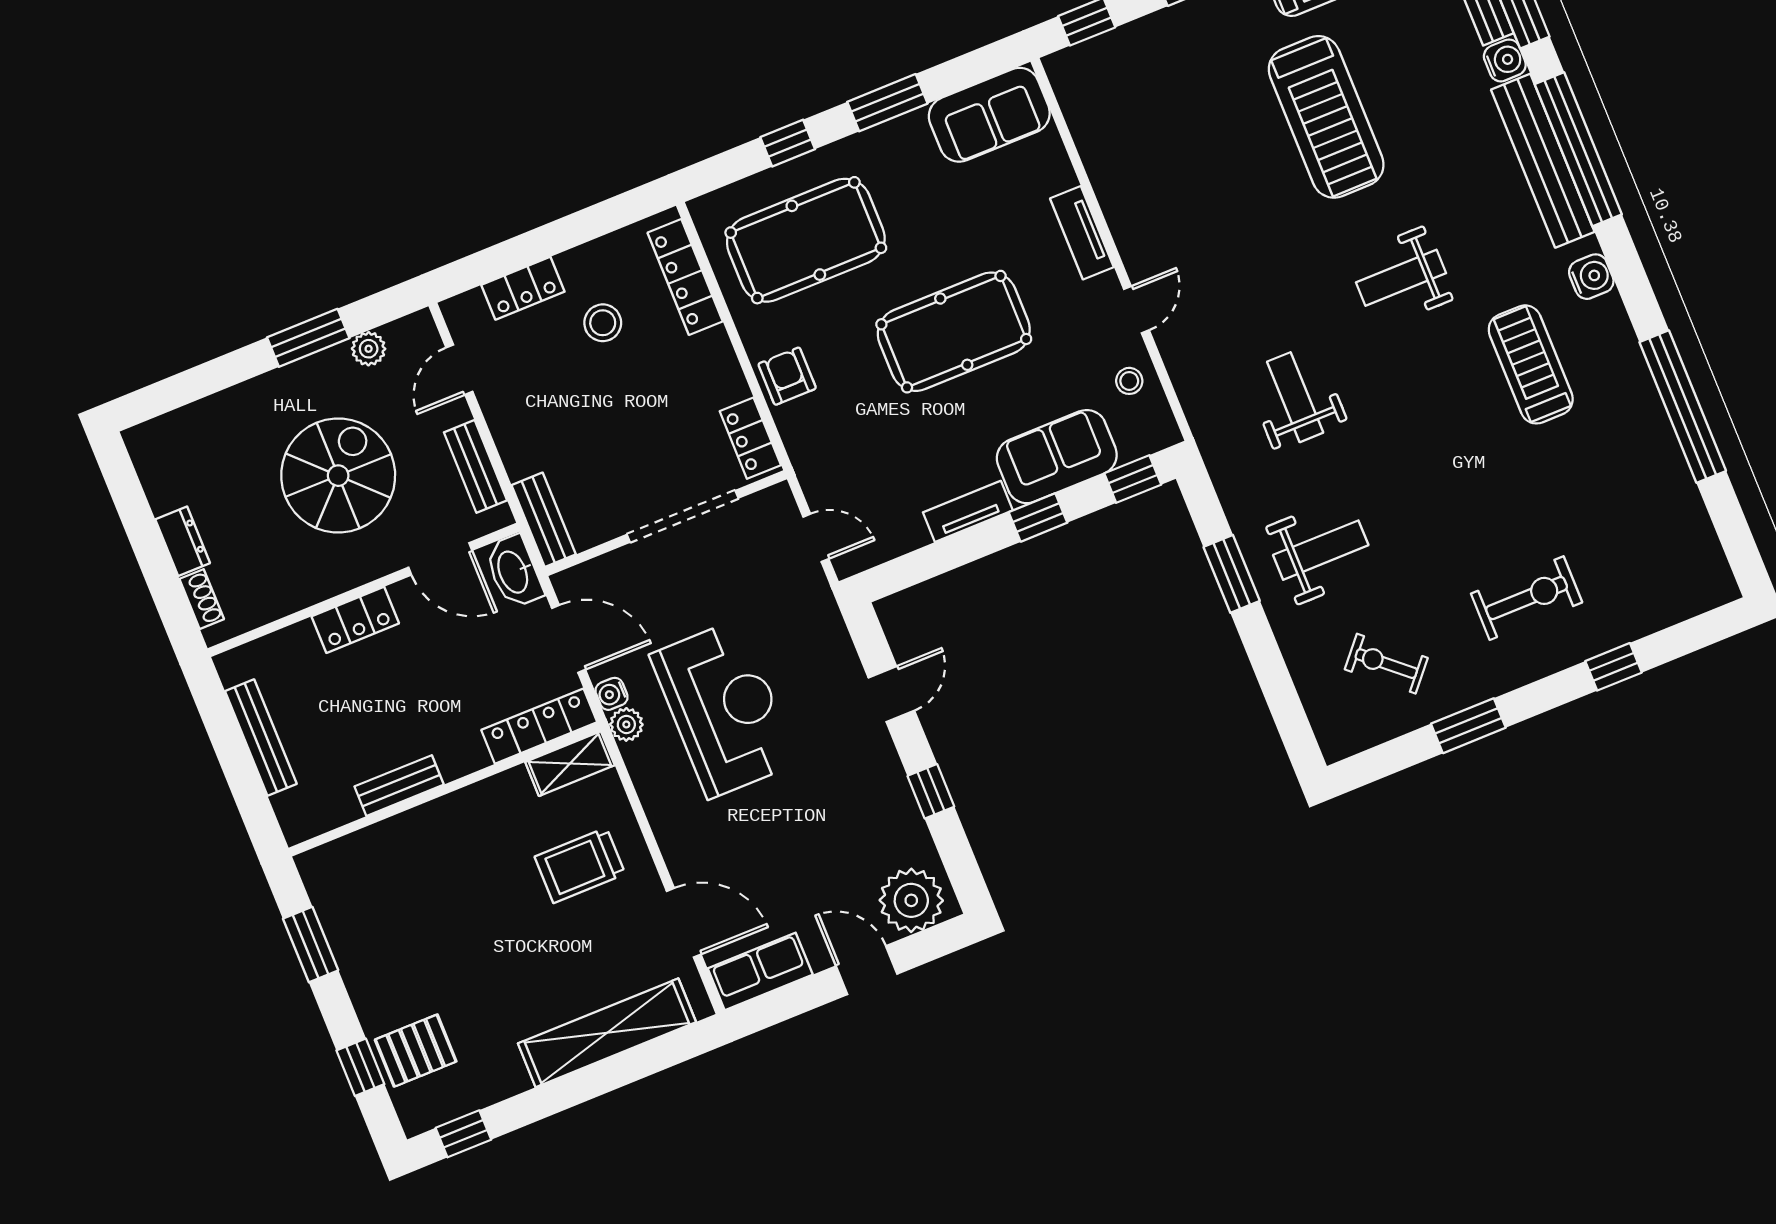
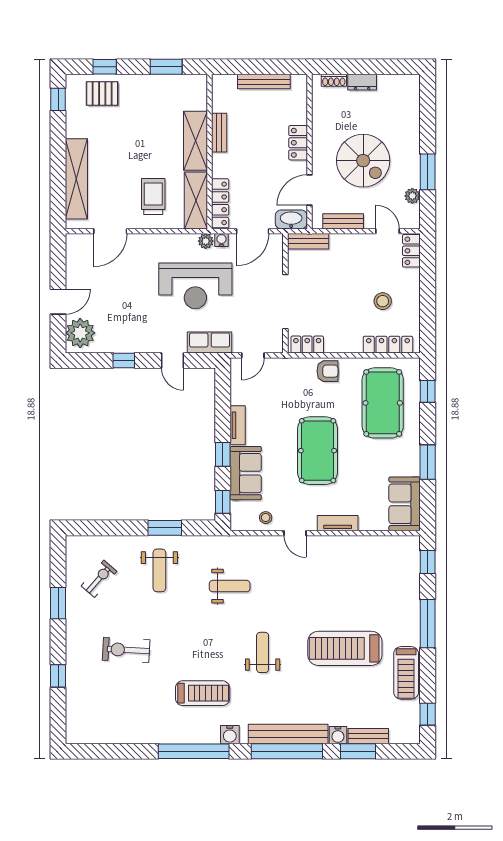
window: (788, 143) -> (428, 391), moved
locker: (523, 288) -> (411, 251), moved
window: (1683, 407) -> (194, 751), moved
exercise bike: (1527, 598) -> (126, 650), moved, turned 93
shelving: (570, 764) -> (196, 200), width x1.50, depth x1.33
shelving: (435, 826) -> (195, 141), added
row of seats: (760, 972) -> (210, 343), moved, turned -90
pallet: (416, 1051) -> (102, 93), turned 90

